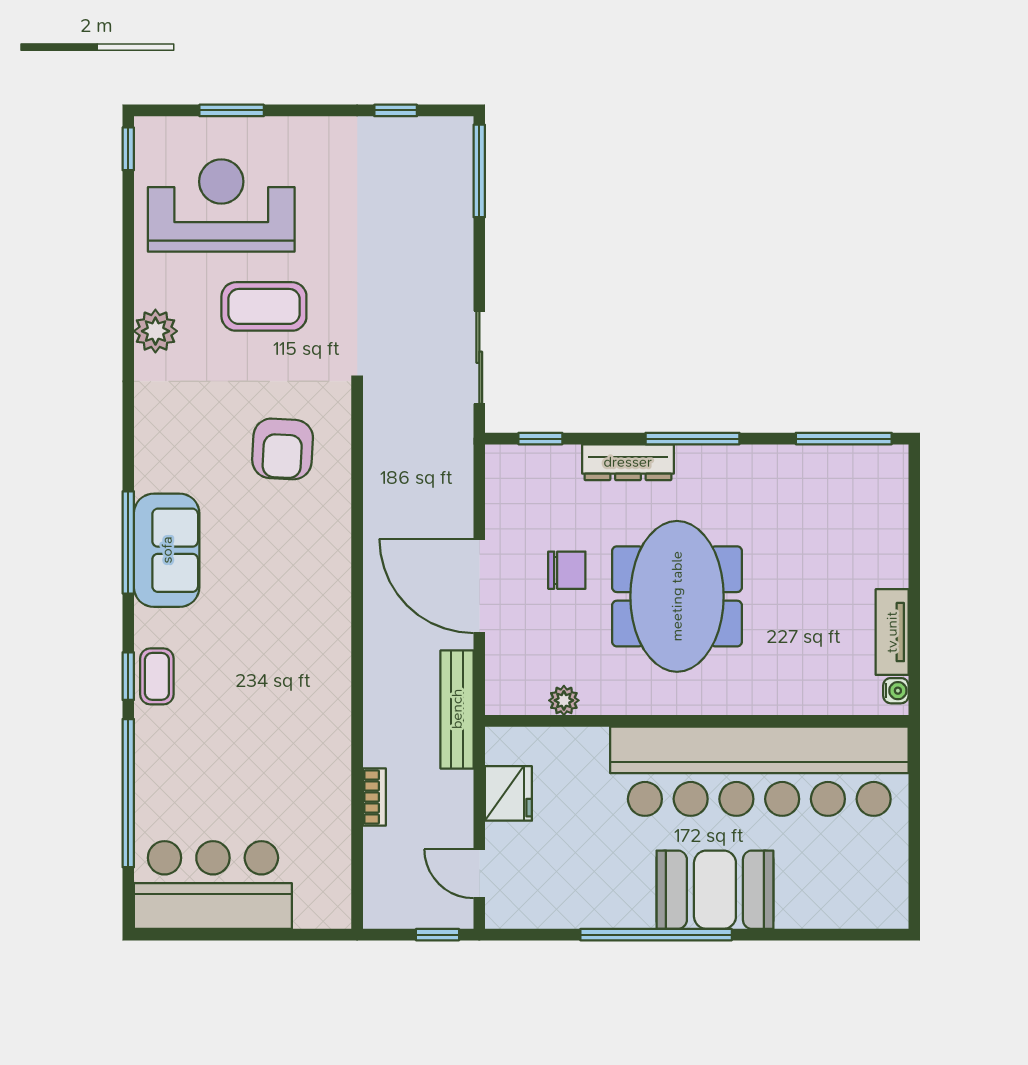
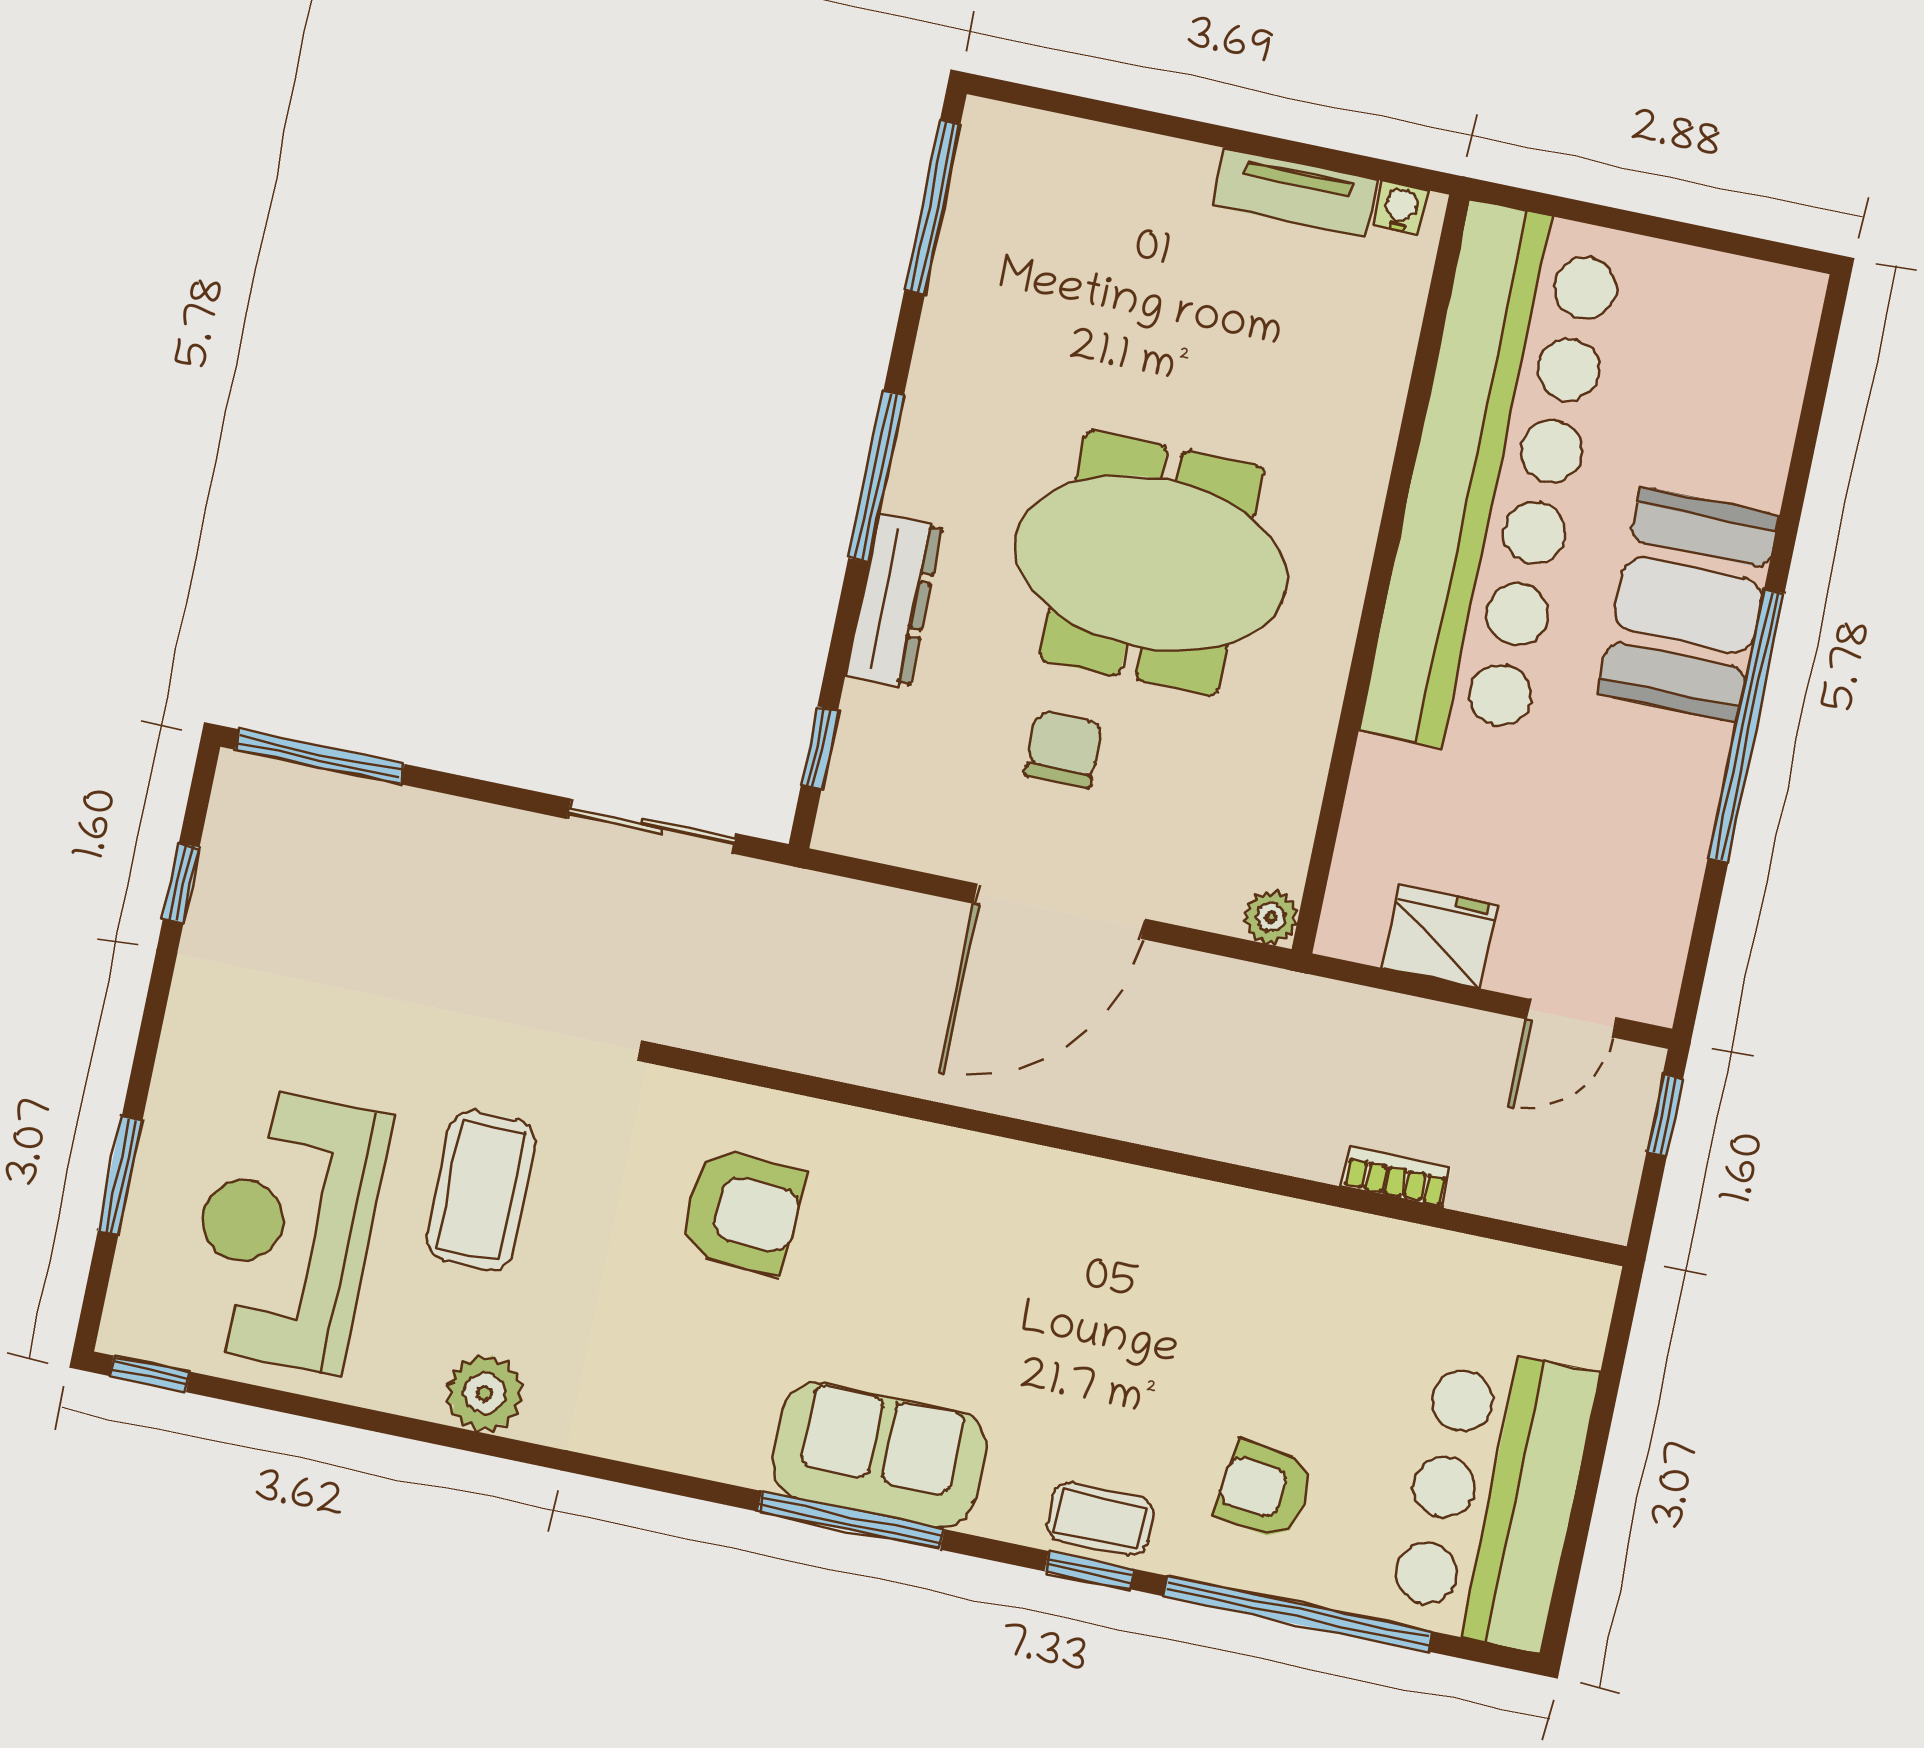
plant: (564, 700) -> (1271, 917), moved
bench: (457, 709) -> (1271, 997), removed
armchair: (191, 762) -> (1265, 1491), added

